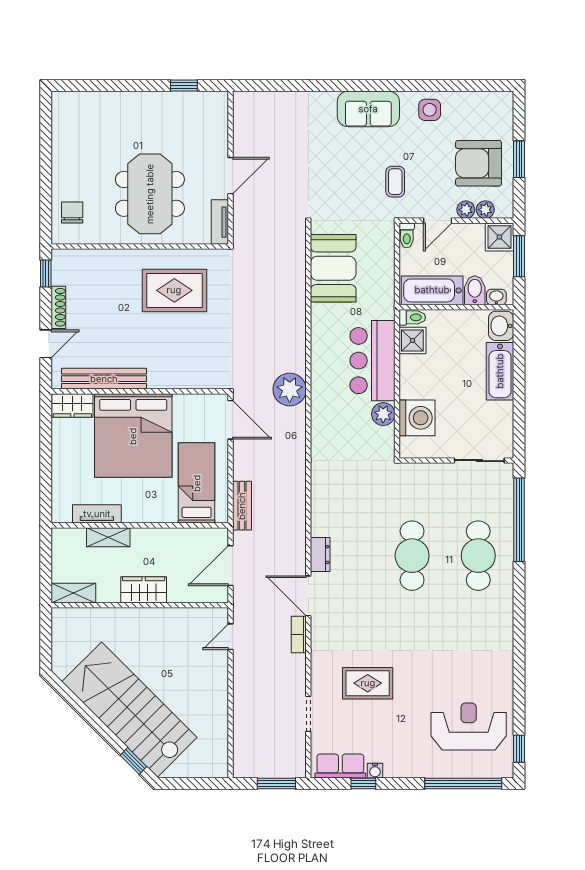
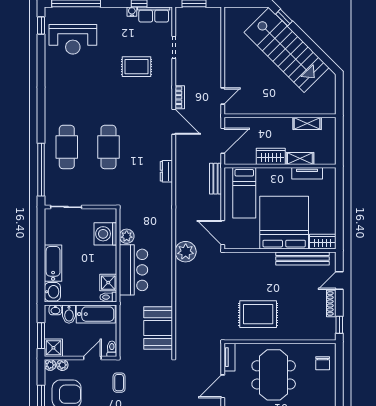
plant: (466, 210) -> (50, 365), moved
dresser: (320, 555) -> (166, 171), moved
wardrobe: (144, 590) -> (271, 156), moved, turned 180
shelving: (73, 593) -> (307, 123), moved

